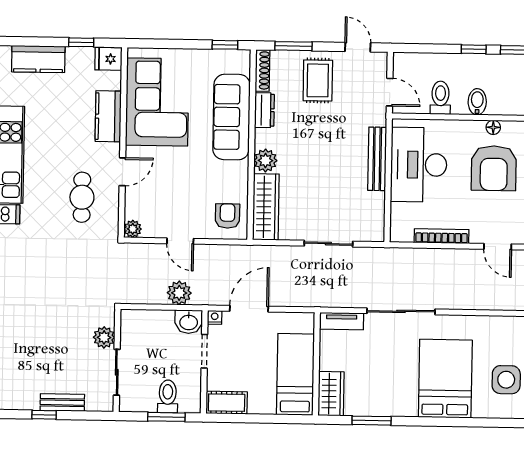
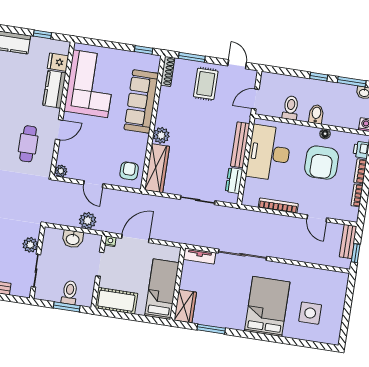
fridge: (108, 59) -> (58, 62), moved
door: (390, 92) -> (255, 99), swing flipped
dresser: (264, 110) -> (234, 180), moved, turned 180
washbasin: (189, 322) -> (73, 239), moved
cot: (227, 403) -> (116, 301), width x1.37, depth x1.34

